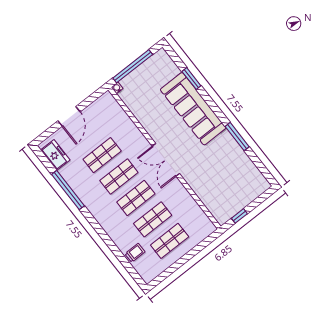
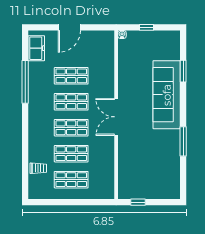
window: (133, 66) -> (146, 27), width x0.32

